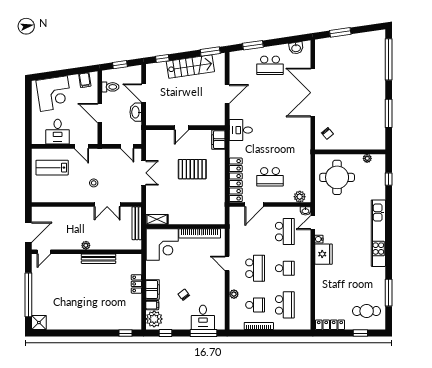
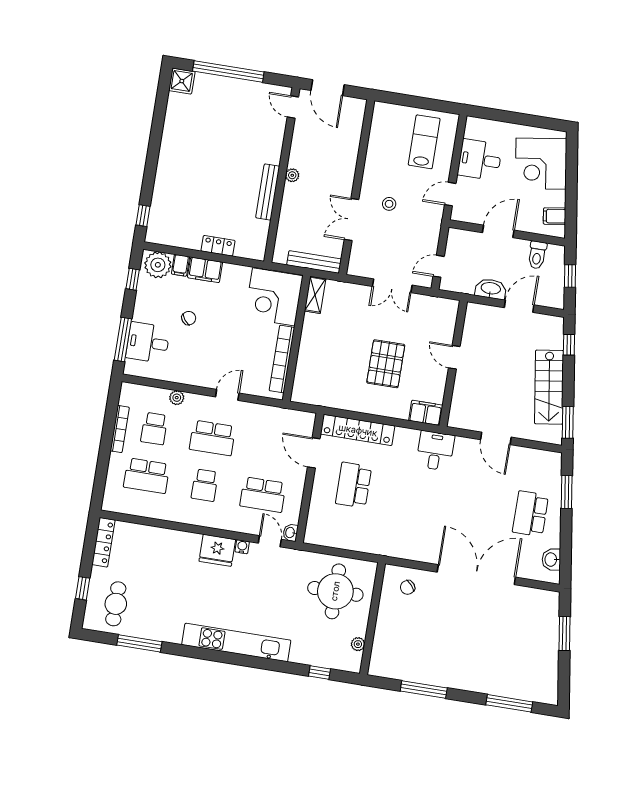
window: (389, 59) -> (509, 703), width x0.68
plant: (300, 197) -> (314, 527), removed

